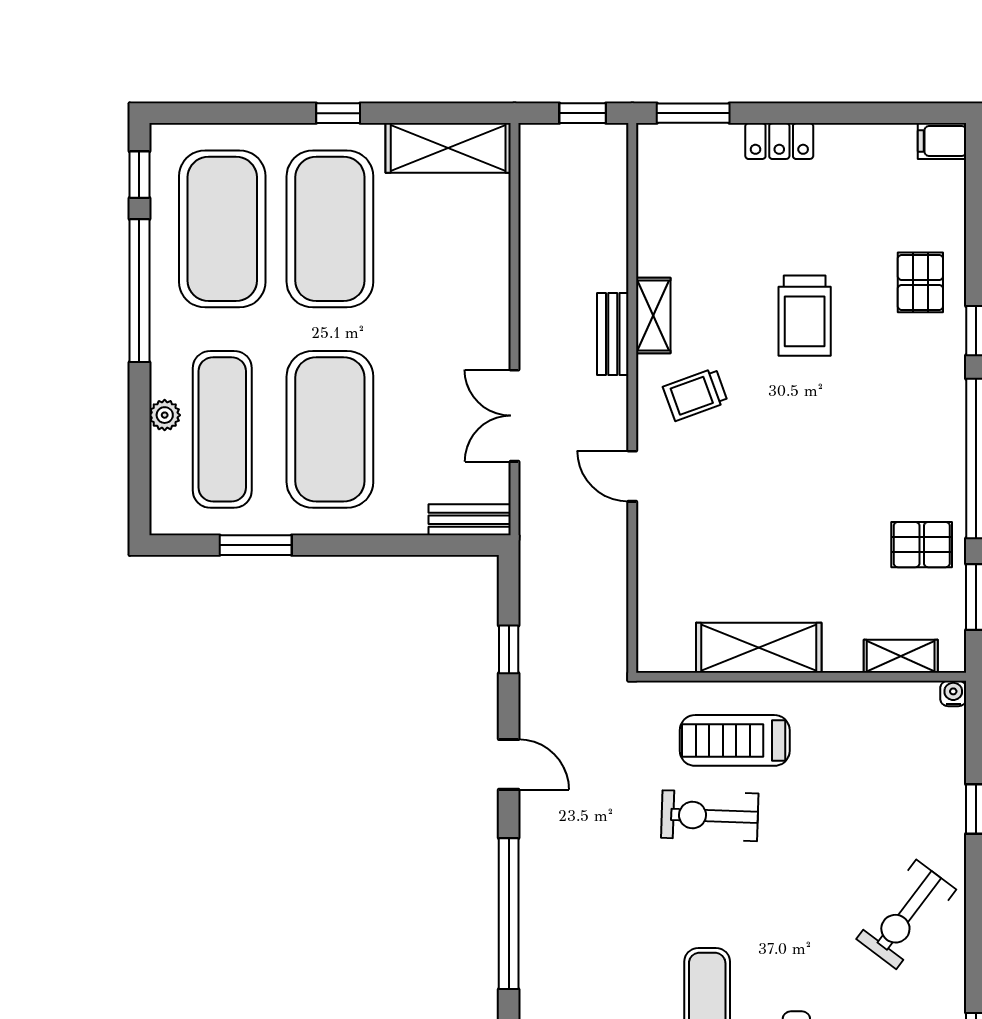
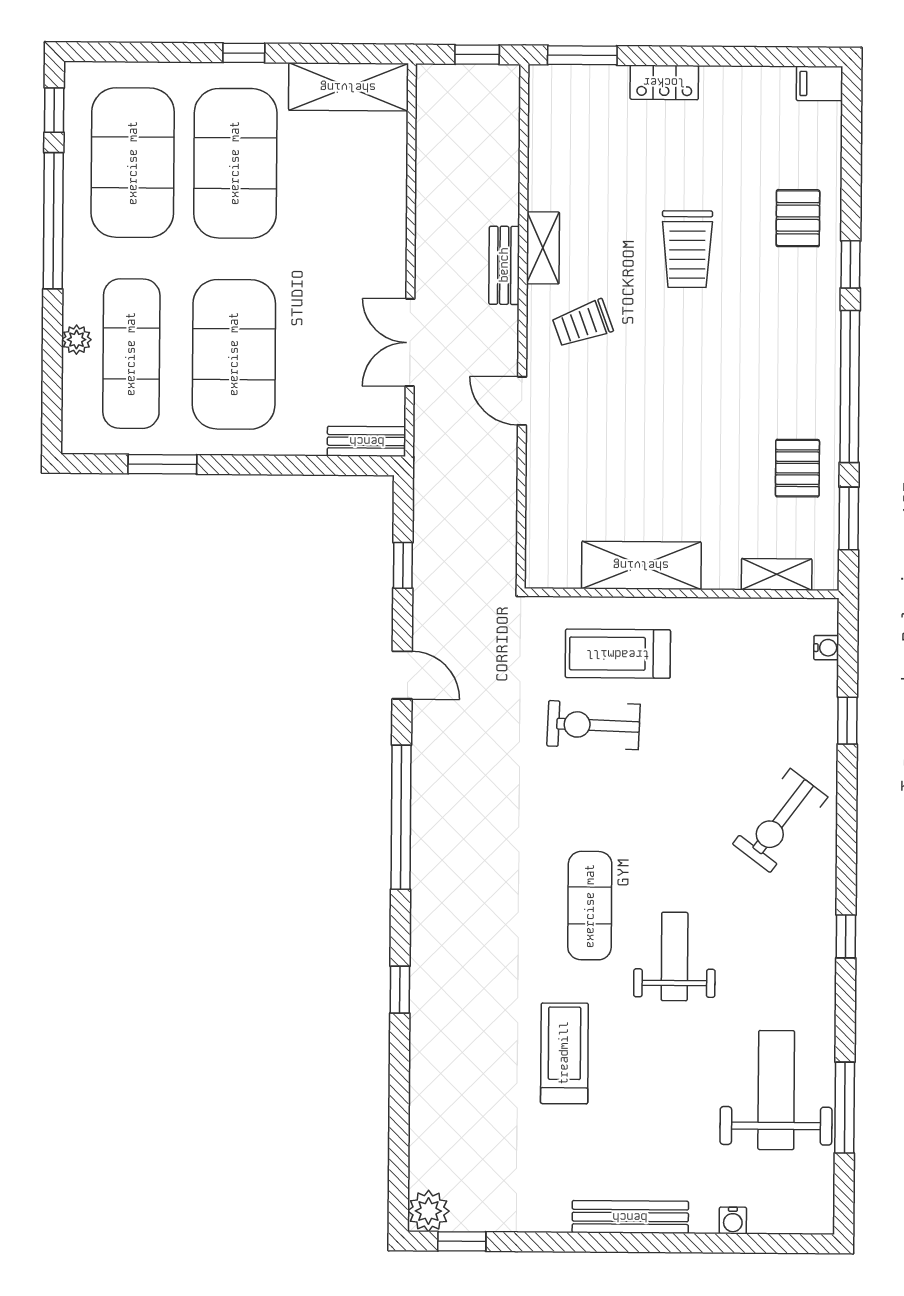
pallet: (922, 545) -> (797, 468), turned 90
water cooler: (953, 693) -> (826, 648), moved, turned 90

